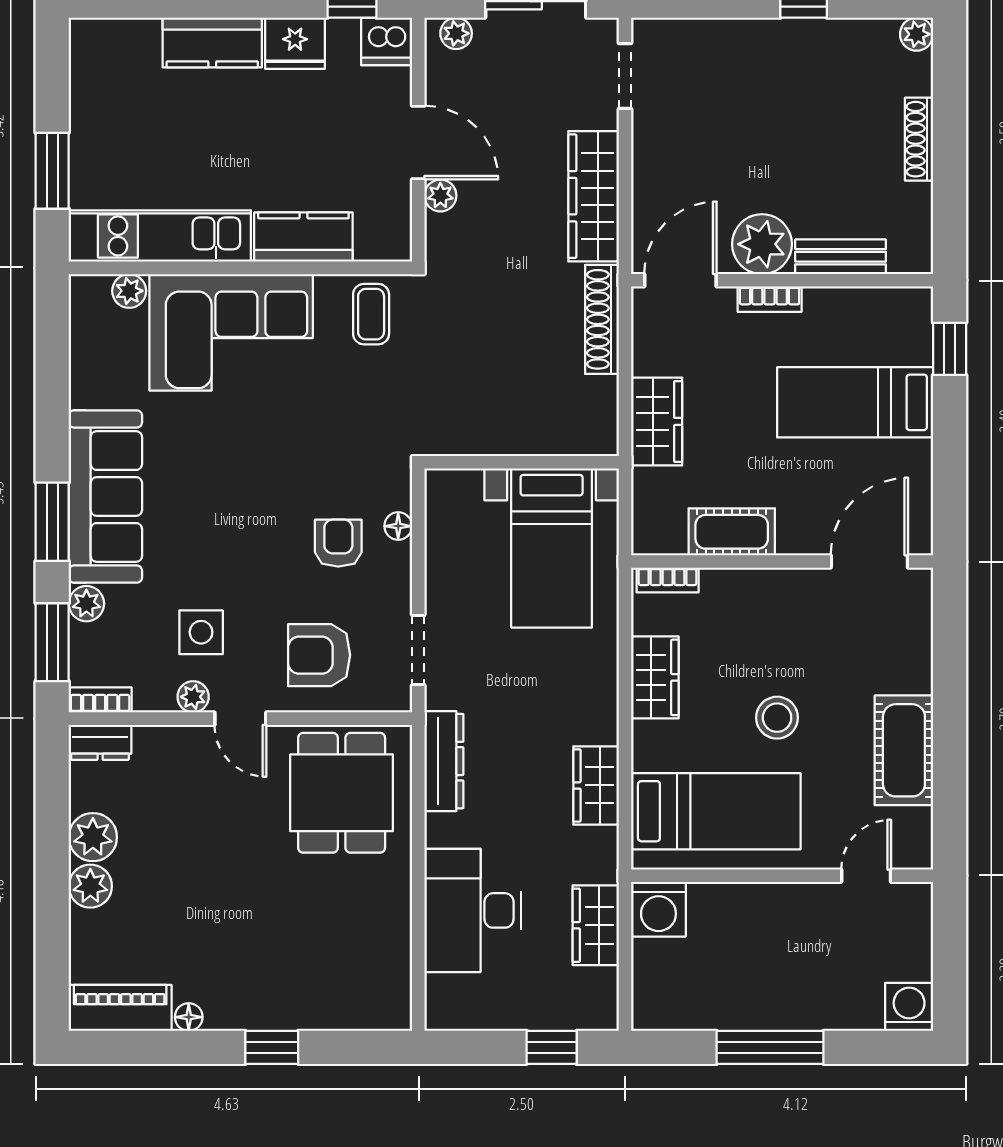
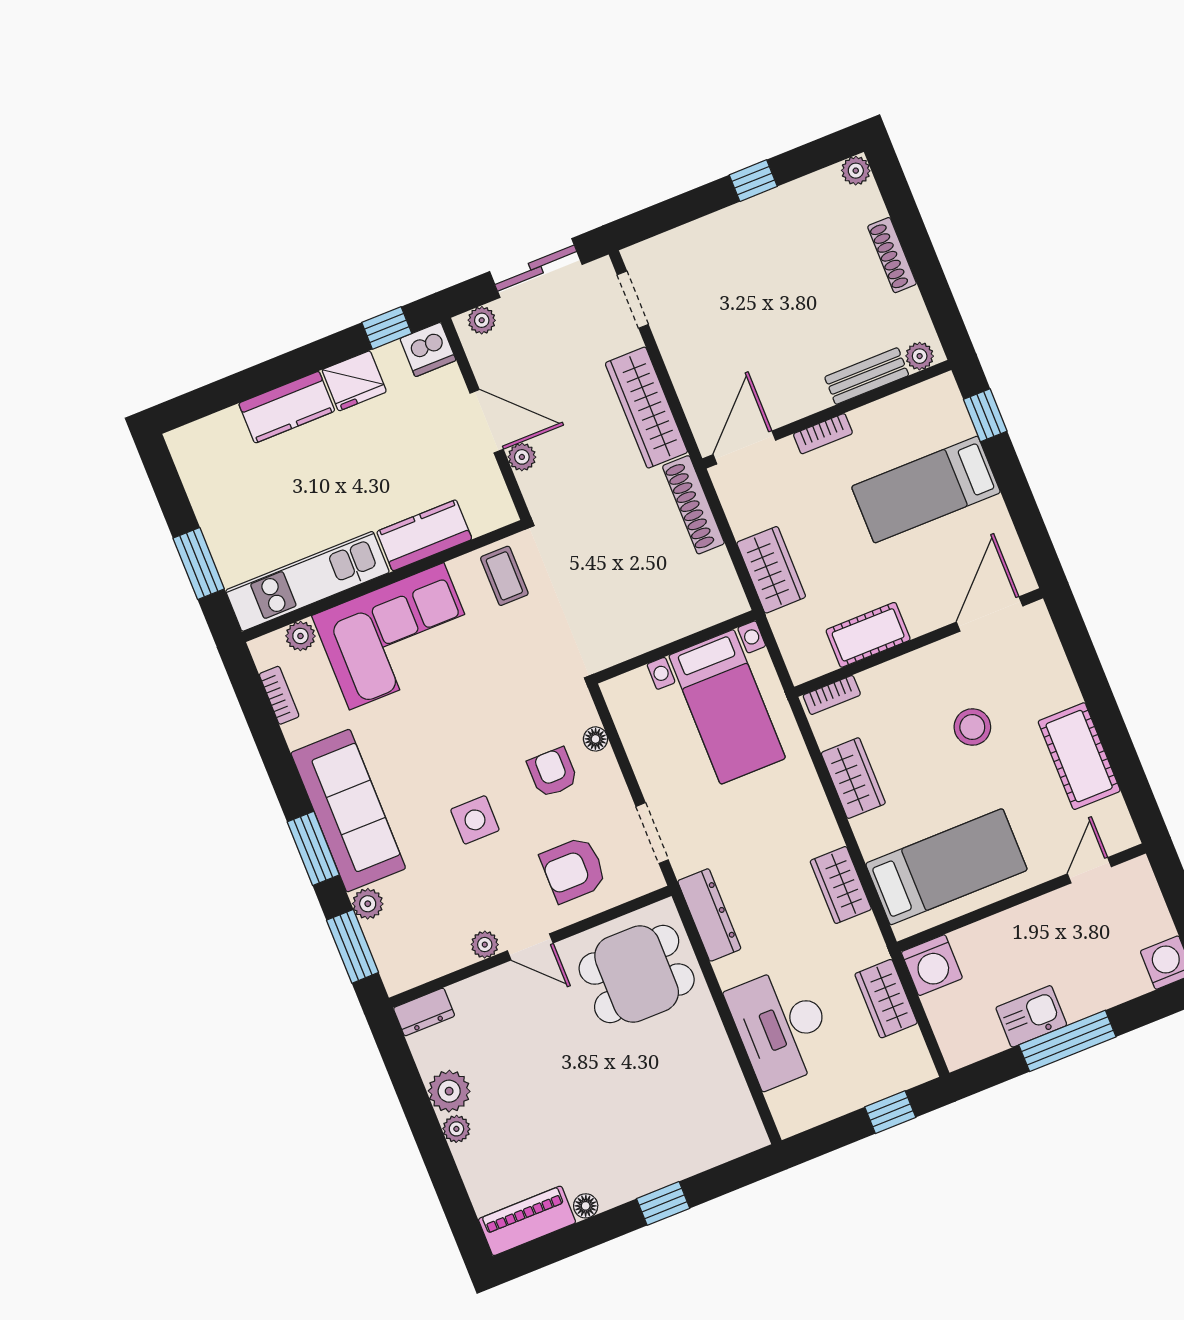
plant: (762, 244) -> (920, 356), moved, width x0.53, depth x0.53
side table: (201, 632) -> (475, 820), moved
bookcase: (100, 700) -> (279, 695), moved, turned 90
stool: (777, 718) -> (972, 727), moved
dining table: (342, 793) -> (637, 974), turned 90
plant: (90, 886) -> (456, 1129), width x0.73, depth x0.73
kitchen sink: (742, 1006) -> (1031, 1016), added

